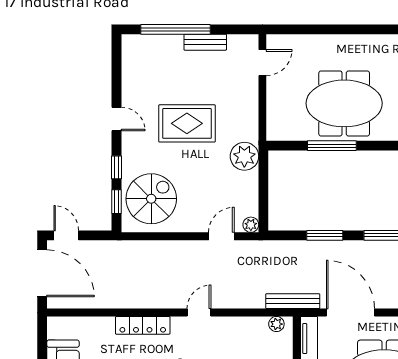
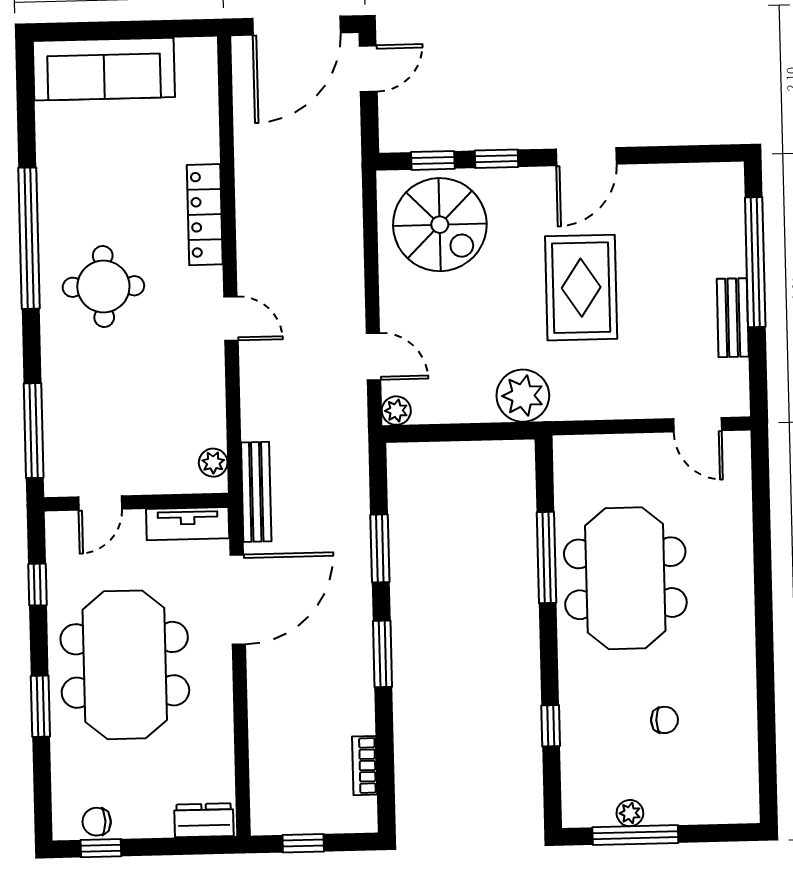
door: (117, 119) -> (586, 157), width x1.38

